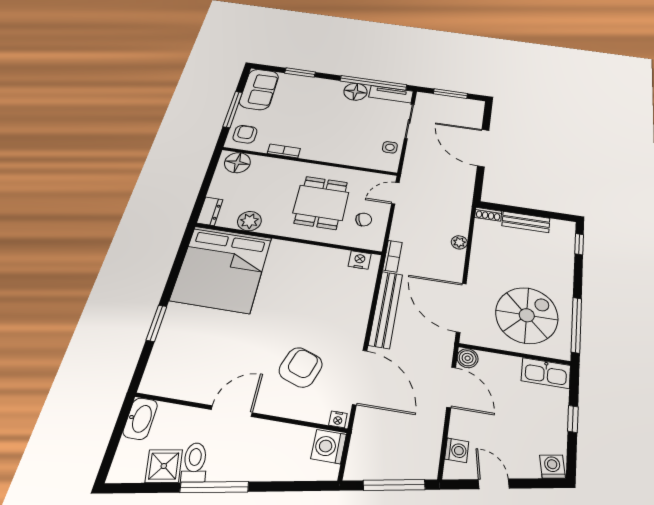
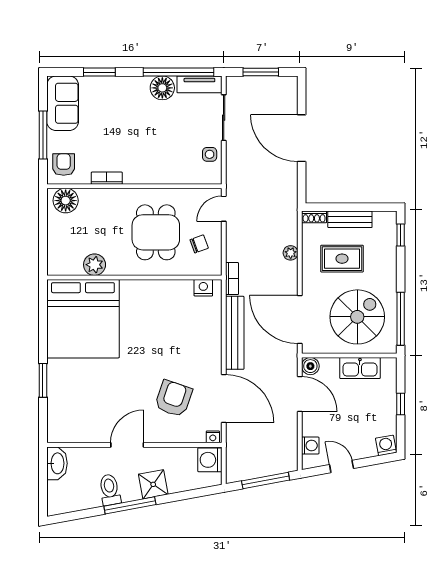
dresser: (210, 211) -> (55, 261), removed
rug: (514, 256) -> (342, 259), added
kitchen sink: (546, 373) -> (360, 368), moved
shower: (164, 466) -> (153, 484), moved

